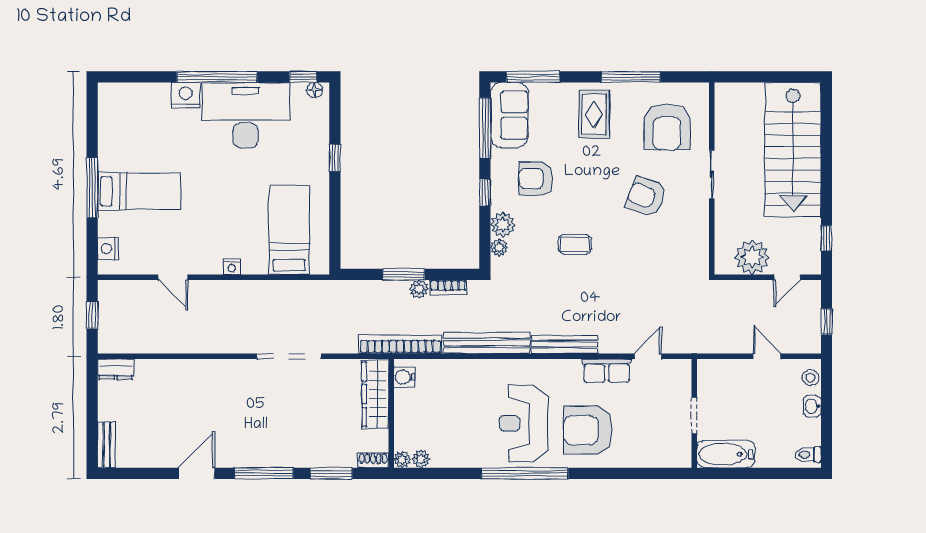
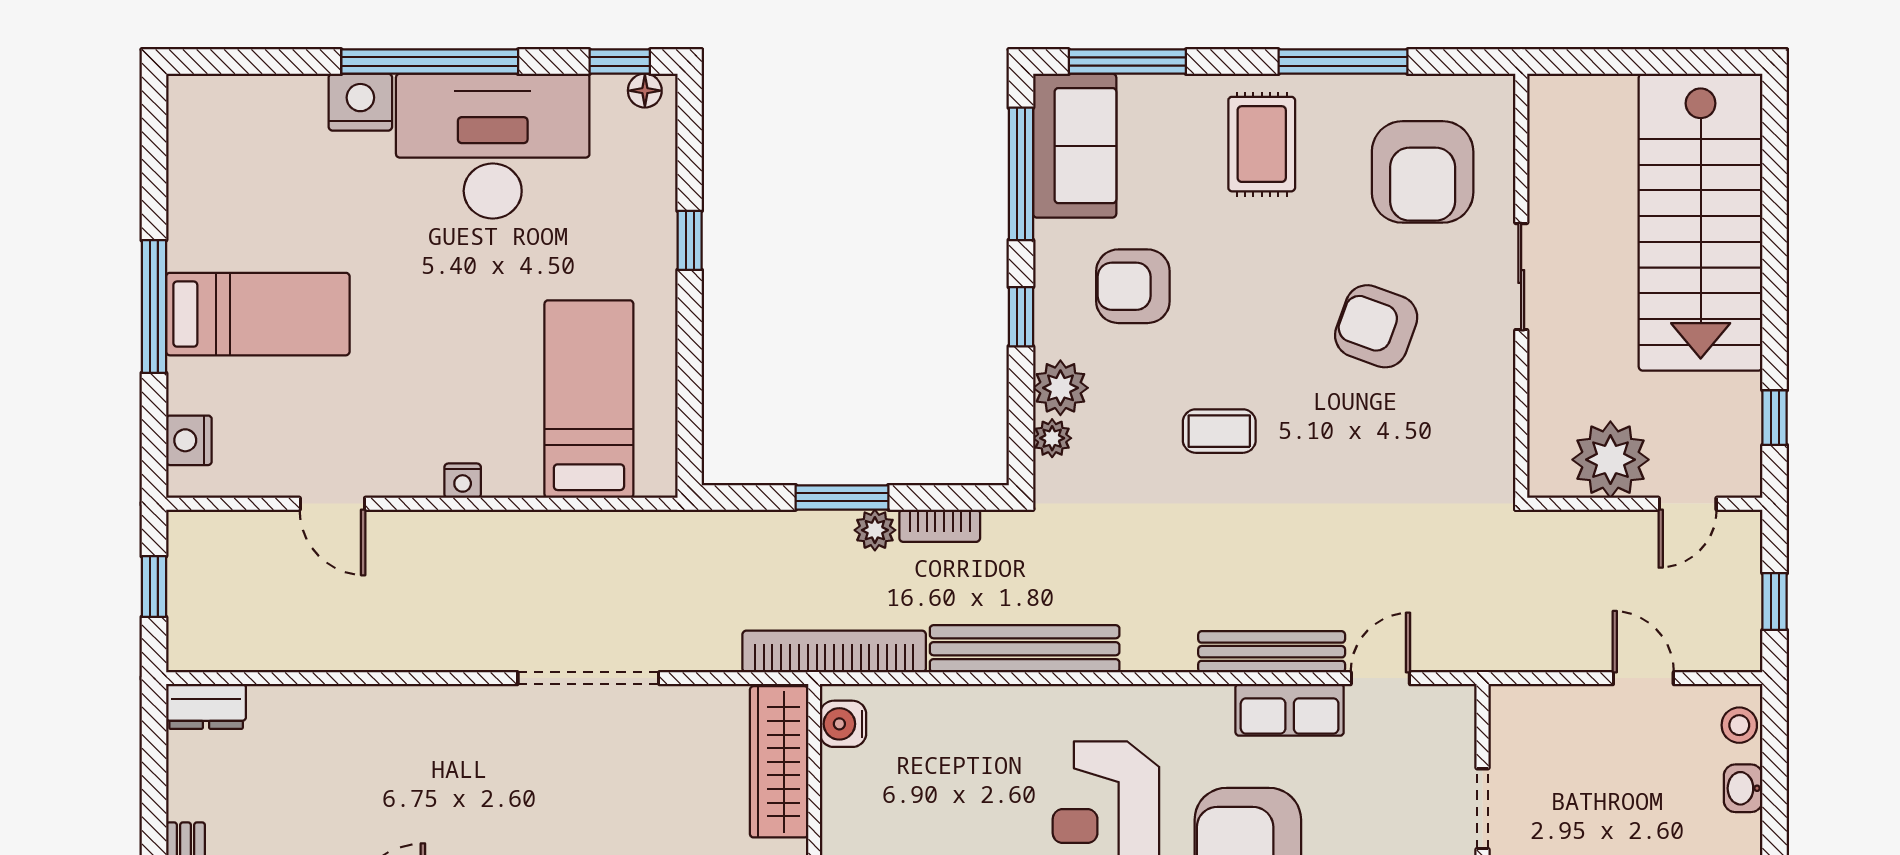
bench: (565, 344) -> (1272, 652), moved

